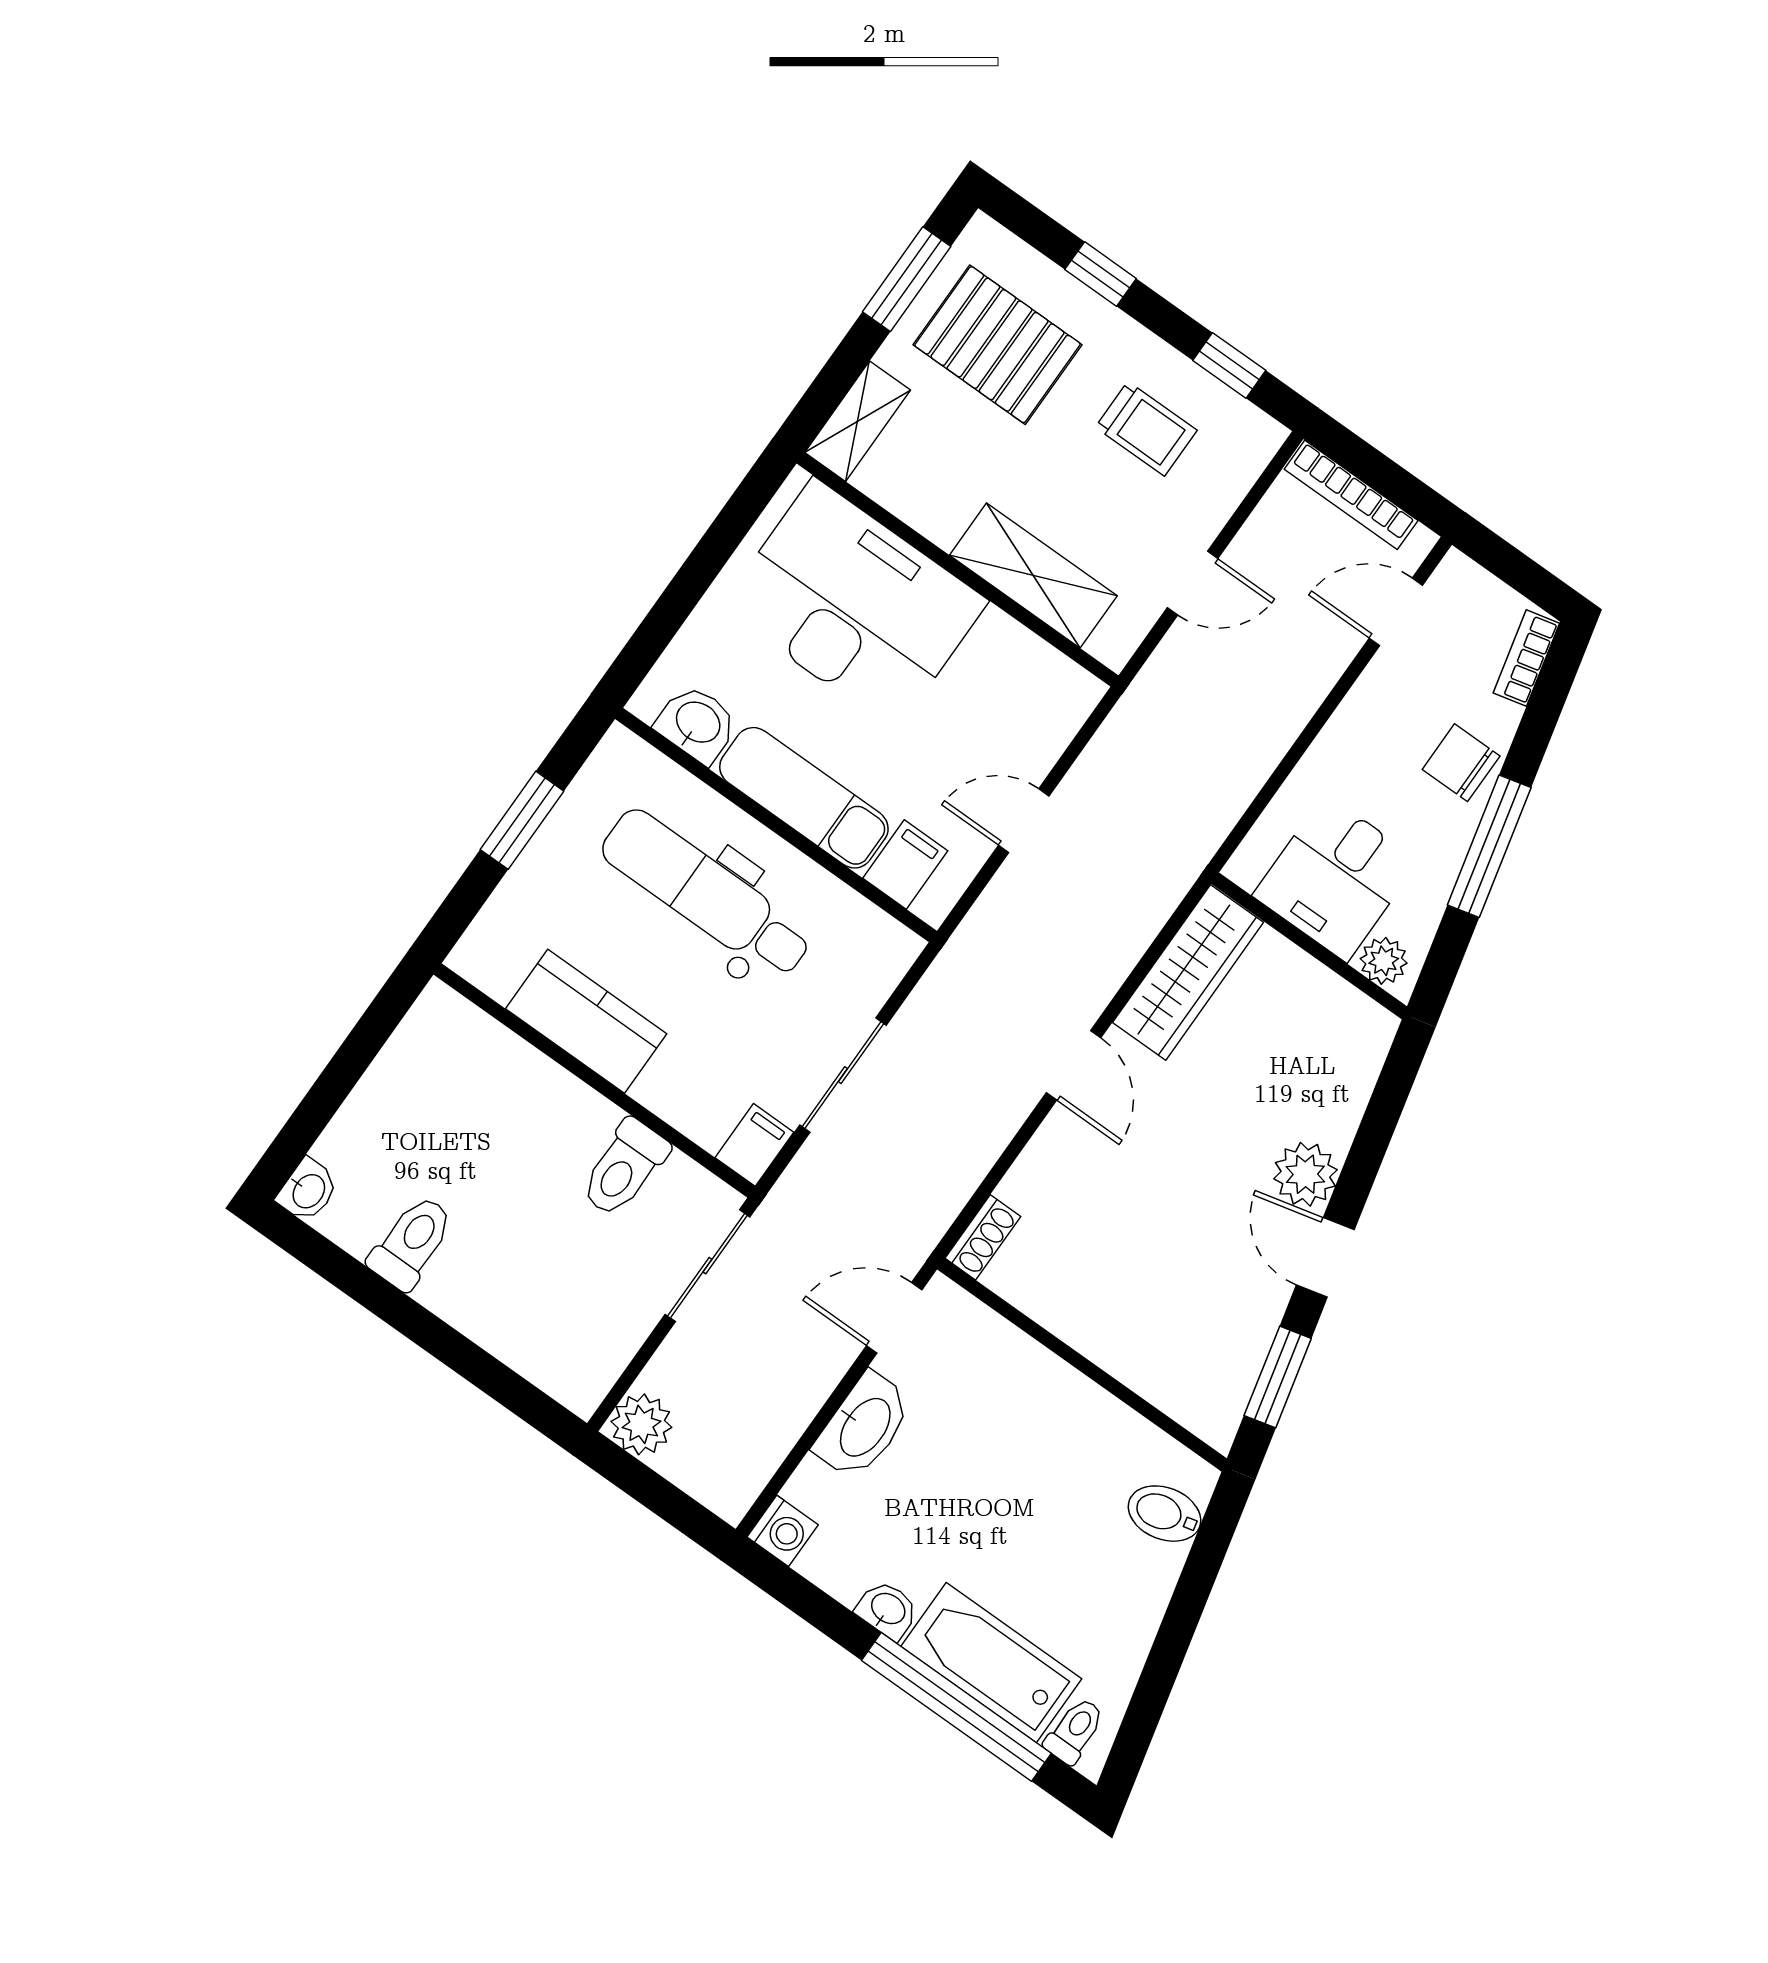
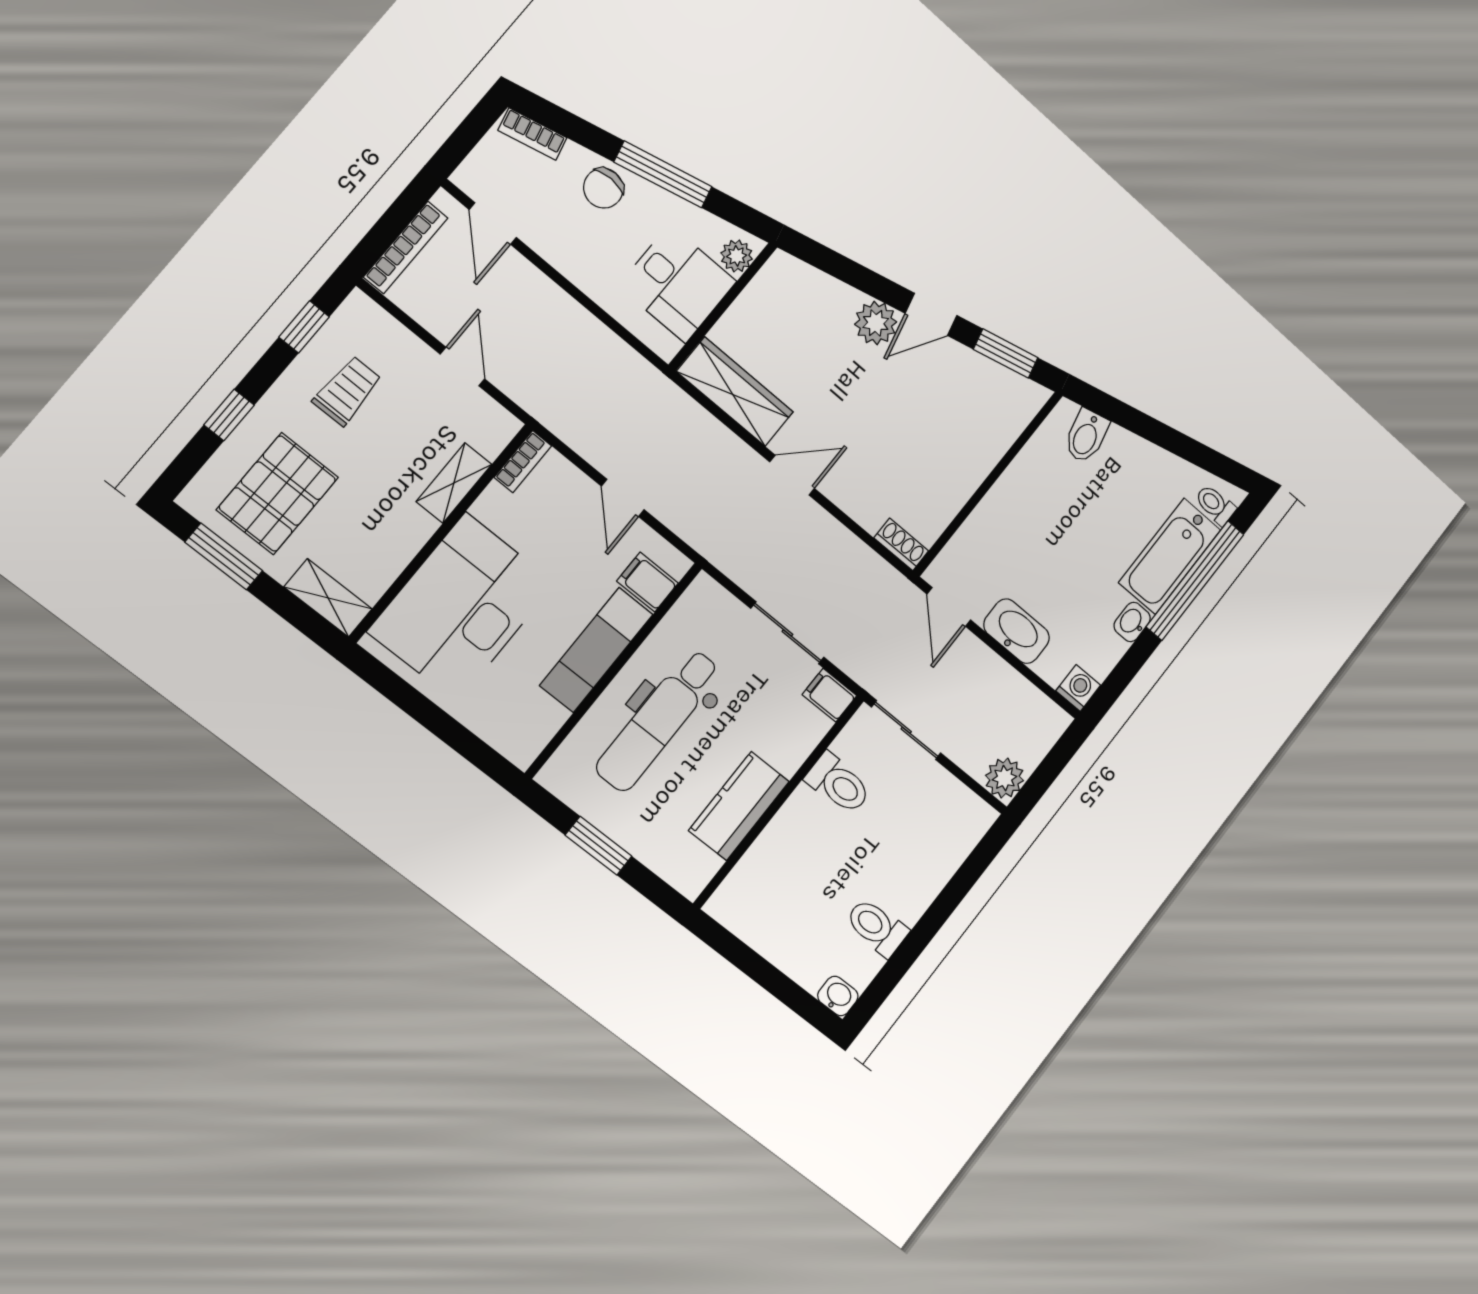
shelving: (1033, 576) -> (454, 483), width x0.67, depth x0.75
bookcase: (1066, 676) -> (523, 462), added
washbasin: (697, 724) -> (539, 722), removed

